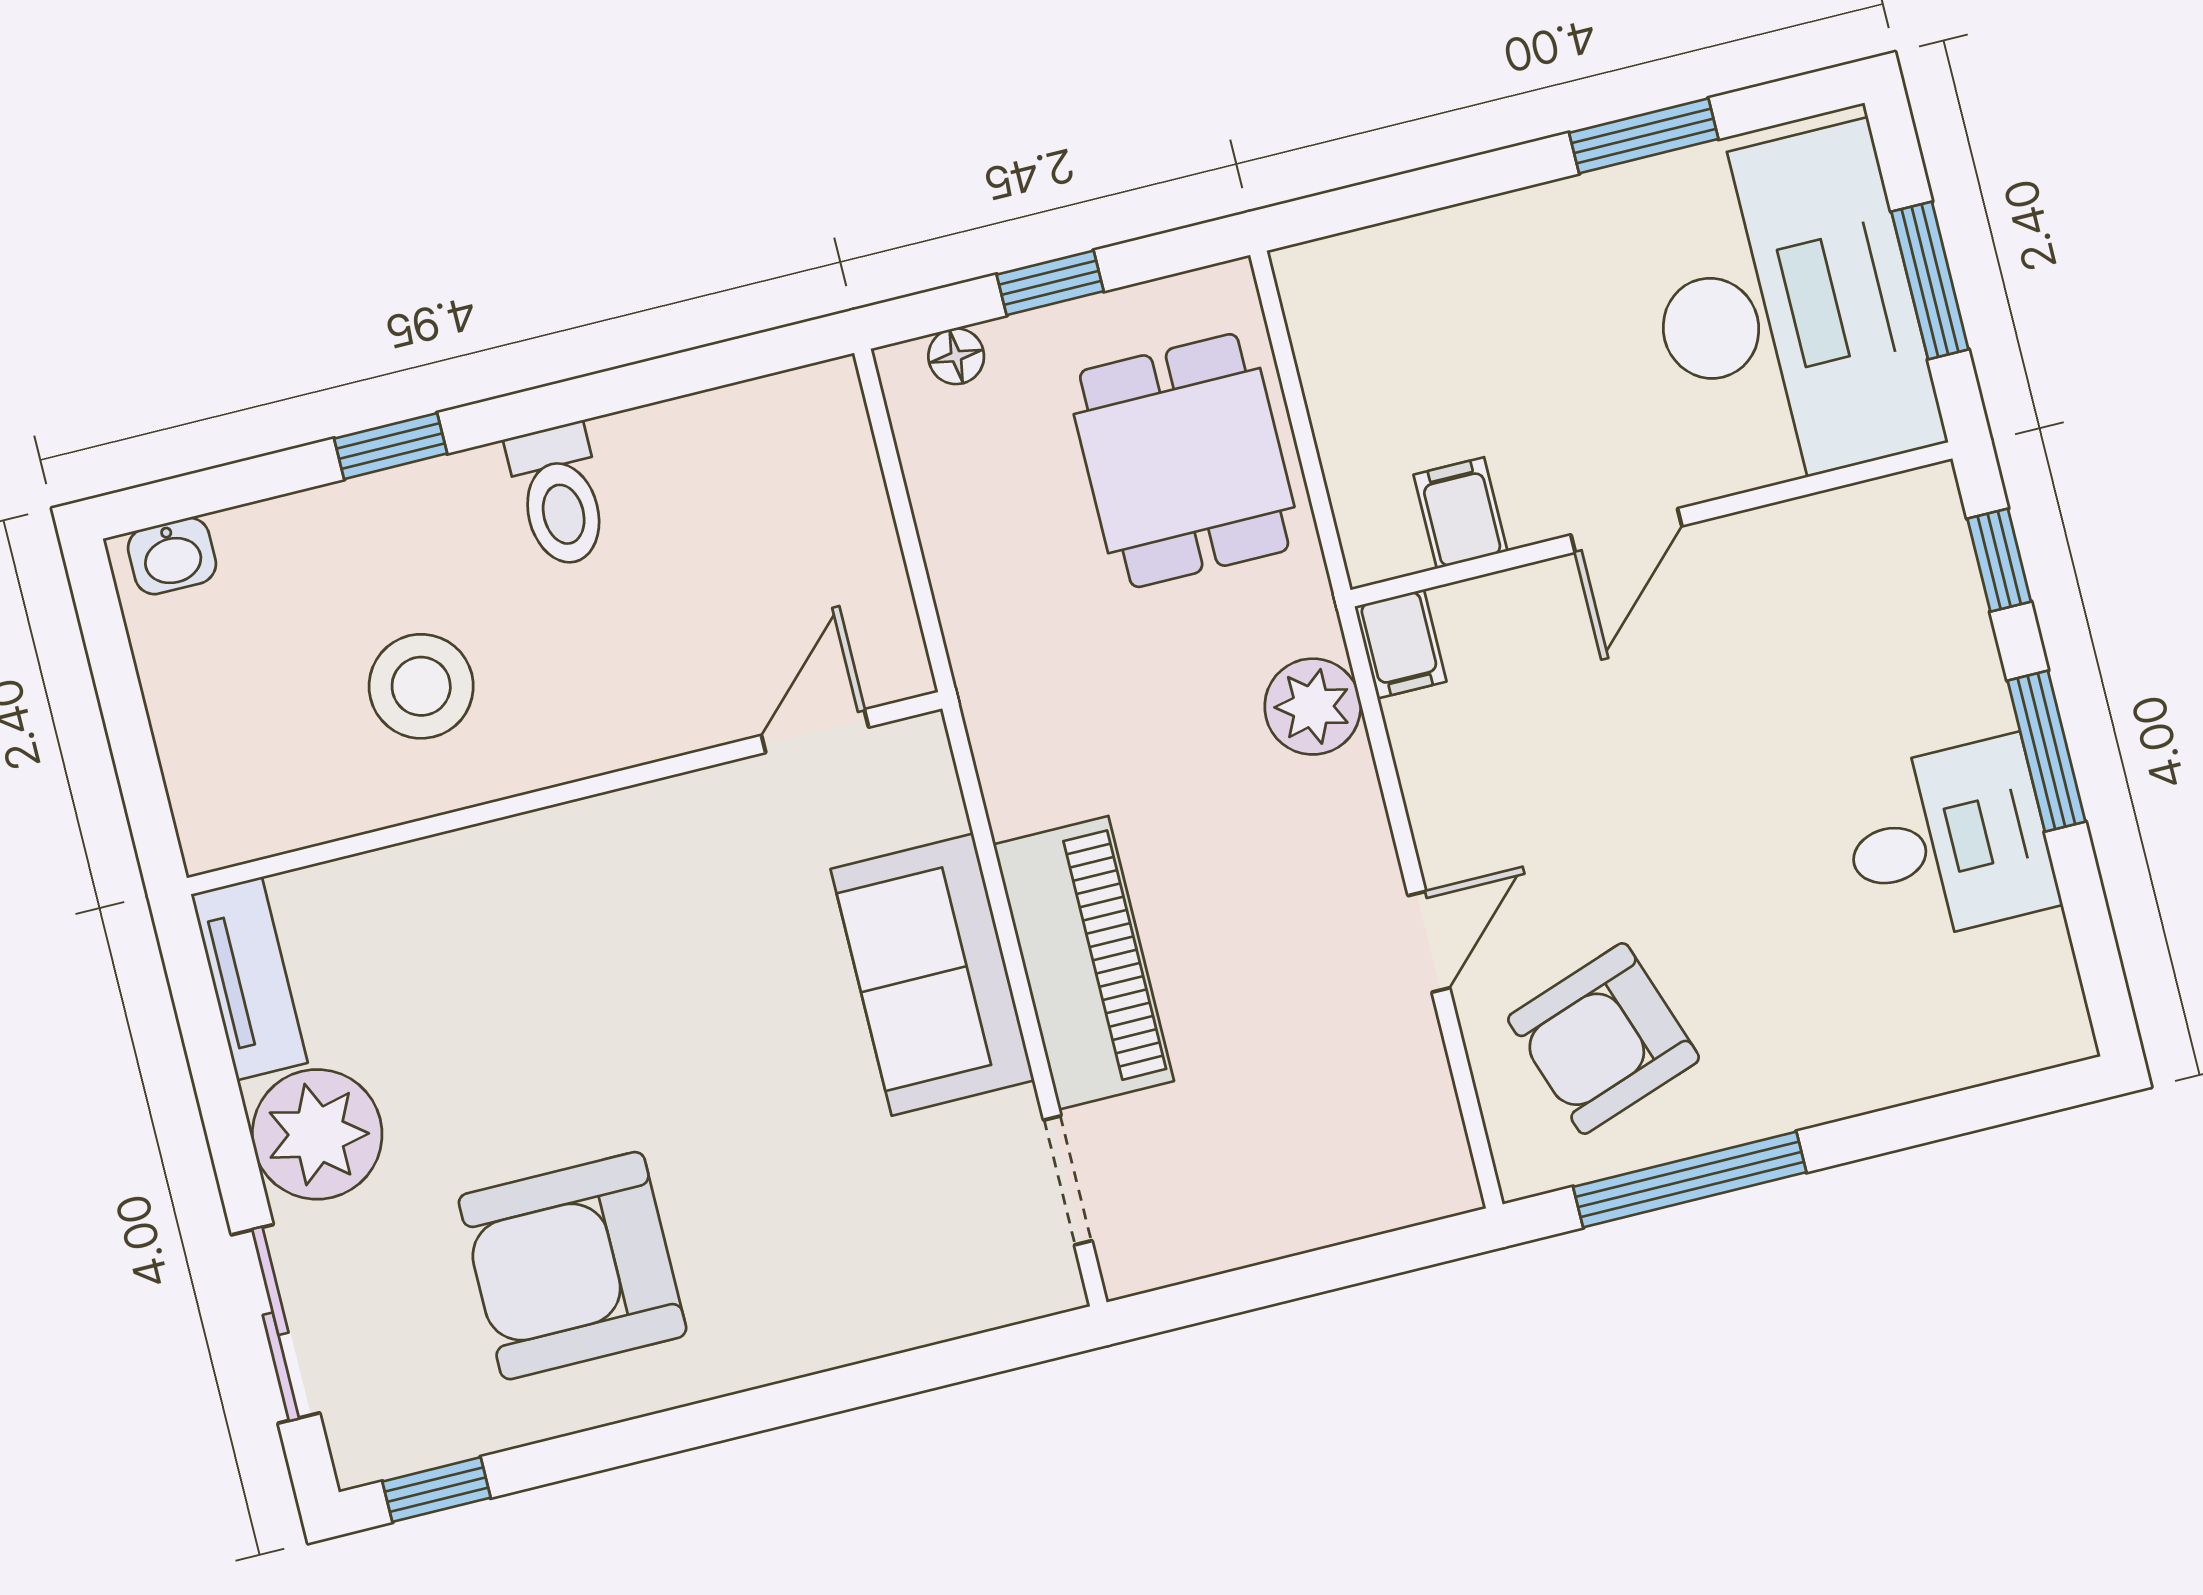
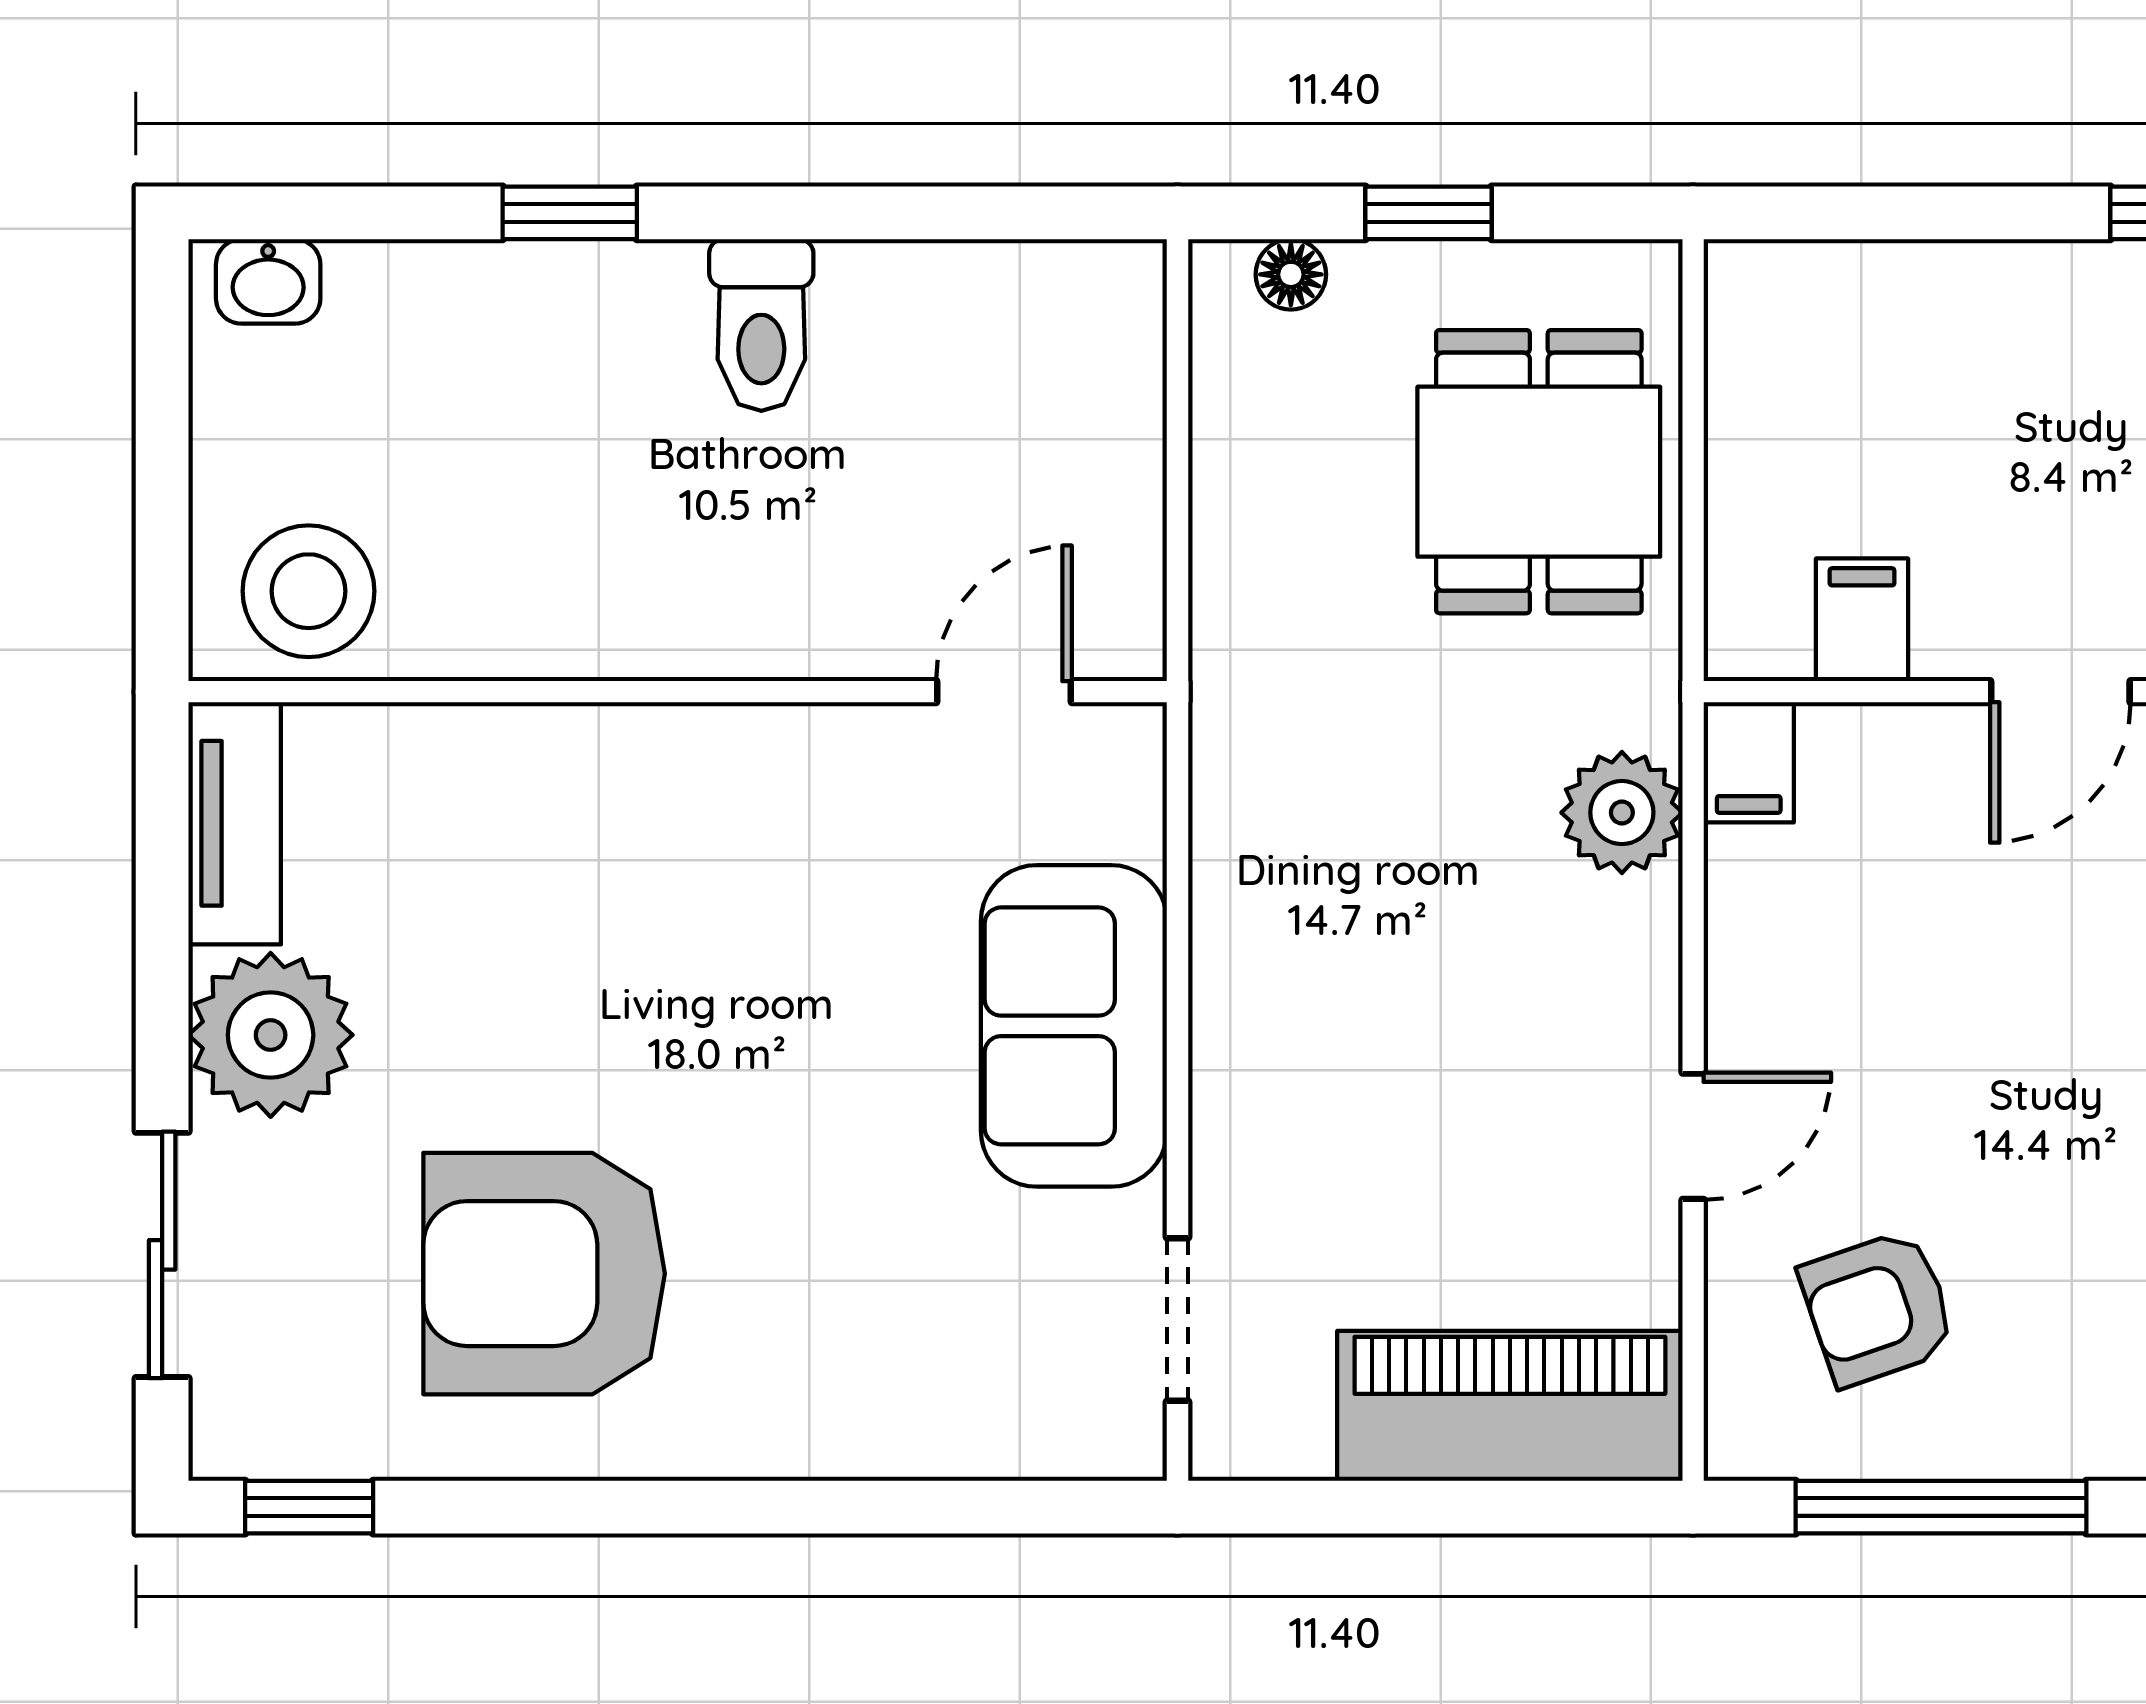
stool: (421, 686) -> (309, 591), moved
piano: (1084, 963) -> (1510, 1406), moved, turned -90
armchair: (1603, 1038) -> (1878, 1308), width x0.72, depth x0.72

